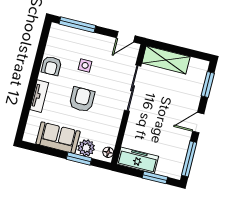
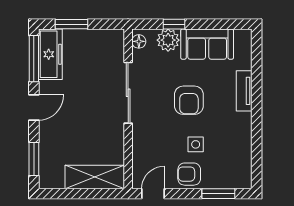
window: (77, 25) -> (218, 194), width x0.69
armchair: (51, 66) -> (189, 174), moved, turned -90
sliding door: (133, 88) -> (128, 93), moved
window: (79, 159) -> (174, 24), width x0.67
freezer: (138, 160) -> (50, 54), moved, turned -90

